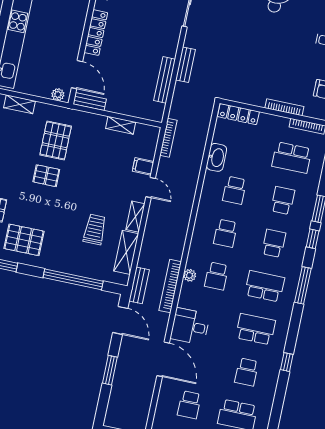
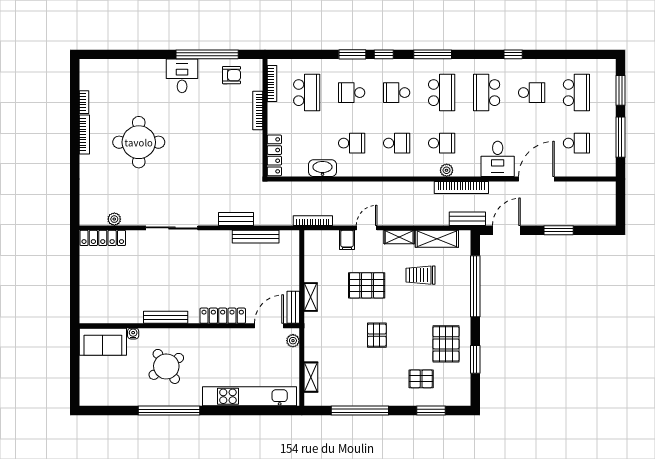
shelving: (121, 125) -> (311, 297), moved
pallet: (56, 140) -> (367, 285), moved
school desk: (265, 286) -> (442, 93), turned 180

